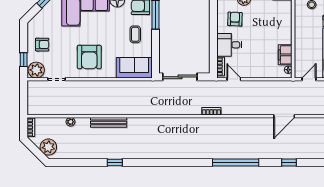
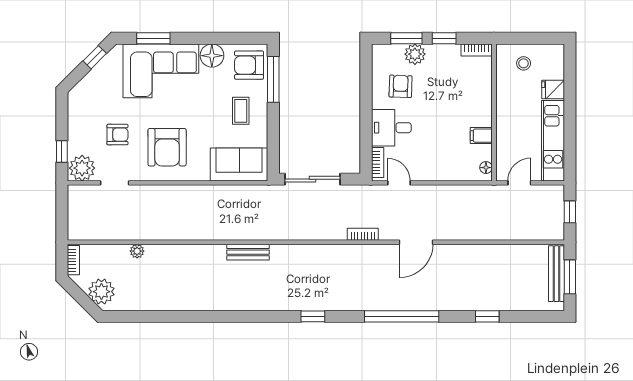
armchair: (42, 45) -> (117, 135), moved
filing cabinet: (285, 55) -> (481, 136), width x0.50
door: (284, 116) -> (416, 242), moved
bench: (109, 122) -> (248, 252), moved, width x0.73
window: (115, 163) -> (313, 316), moved

